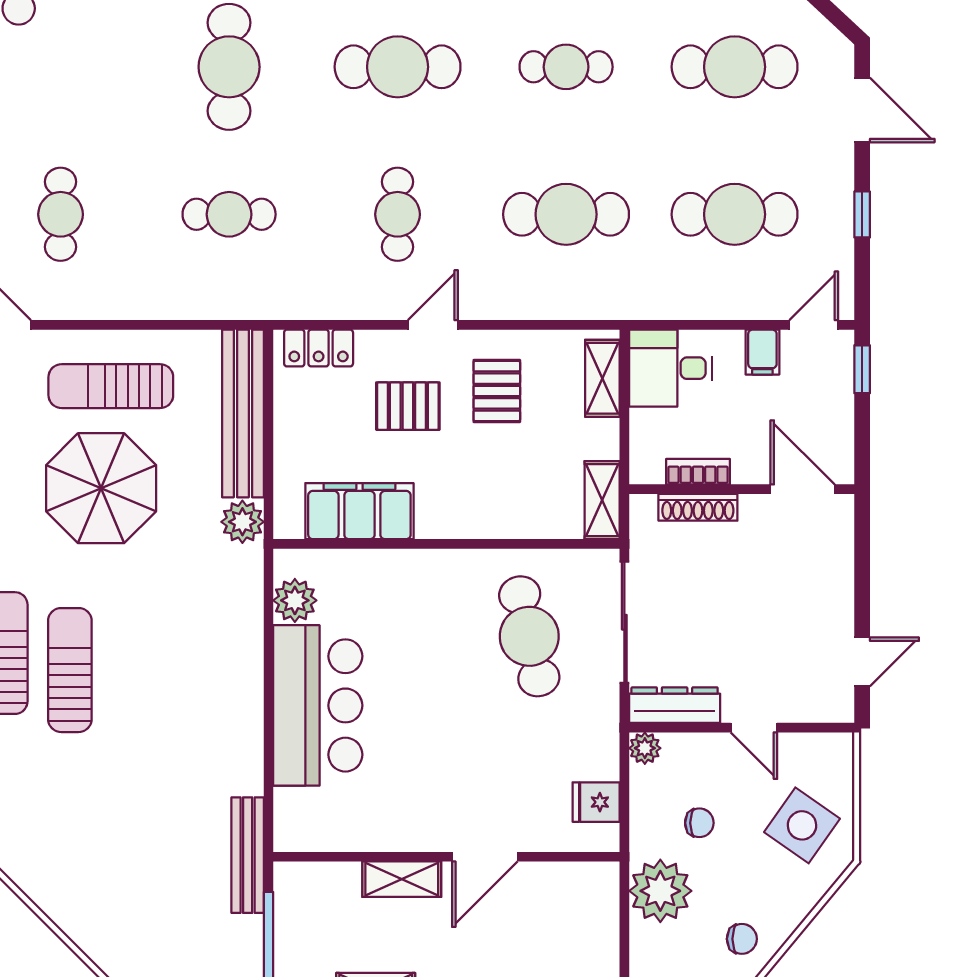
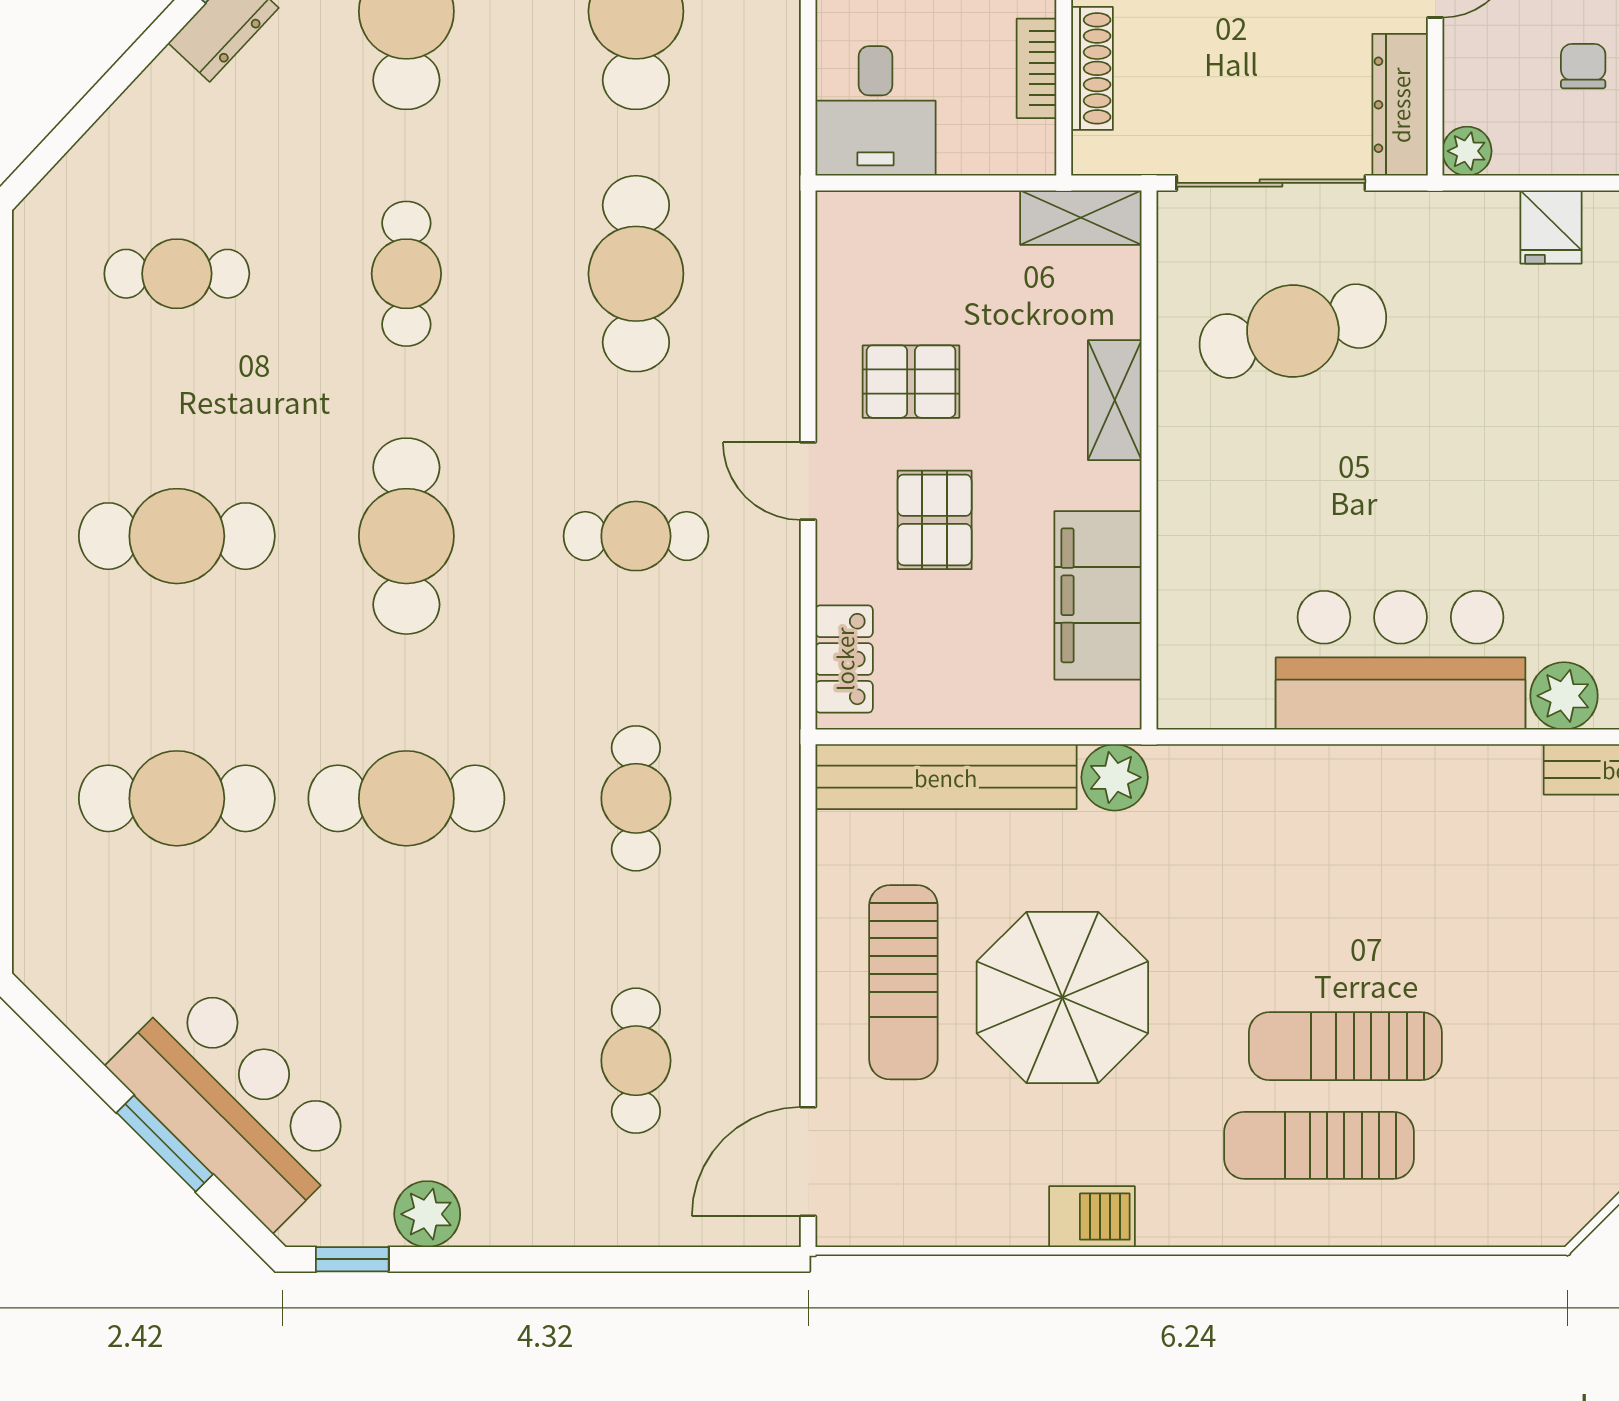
cafe table: (61, 214) -> (636, 1061), turned 90
shelving: (602, 378) -> (1115, 400), moved, turned 90
plant: (295, 600) -> (1564, 696), moved

